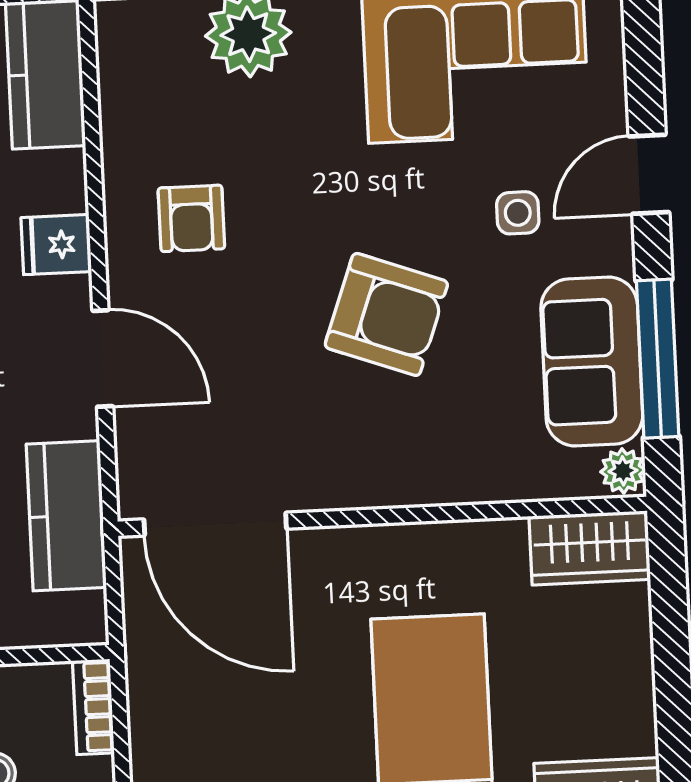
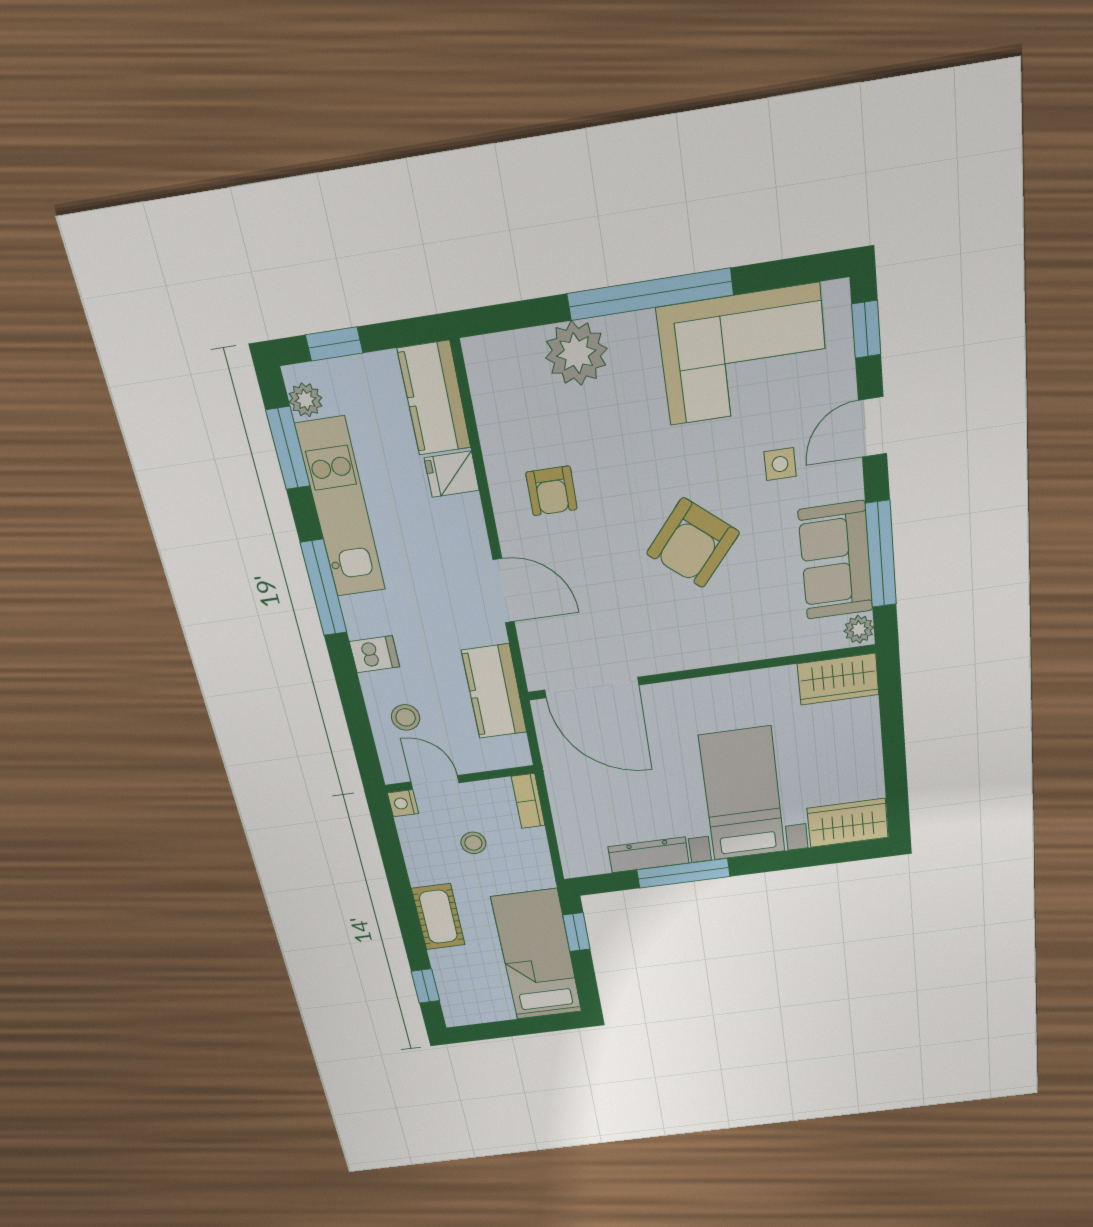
window: (643, 43) -> (866, 329), added
fridge: (56, 245) -> (452, 474), moved
armchair: (386, 314) -> (693, 543), turned 110

